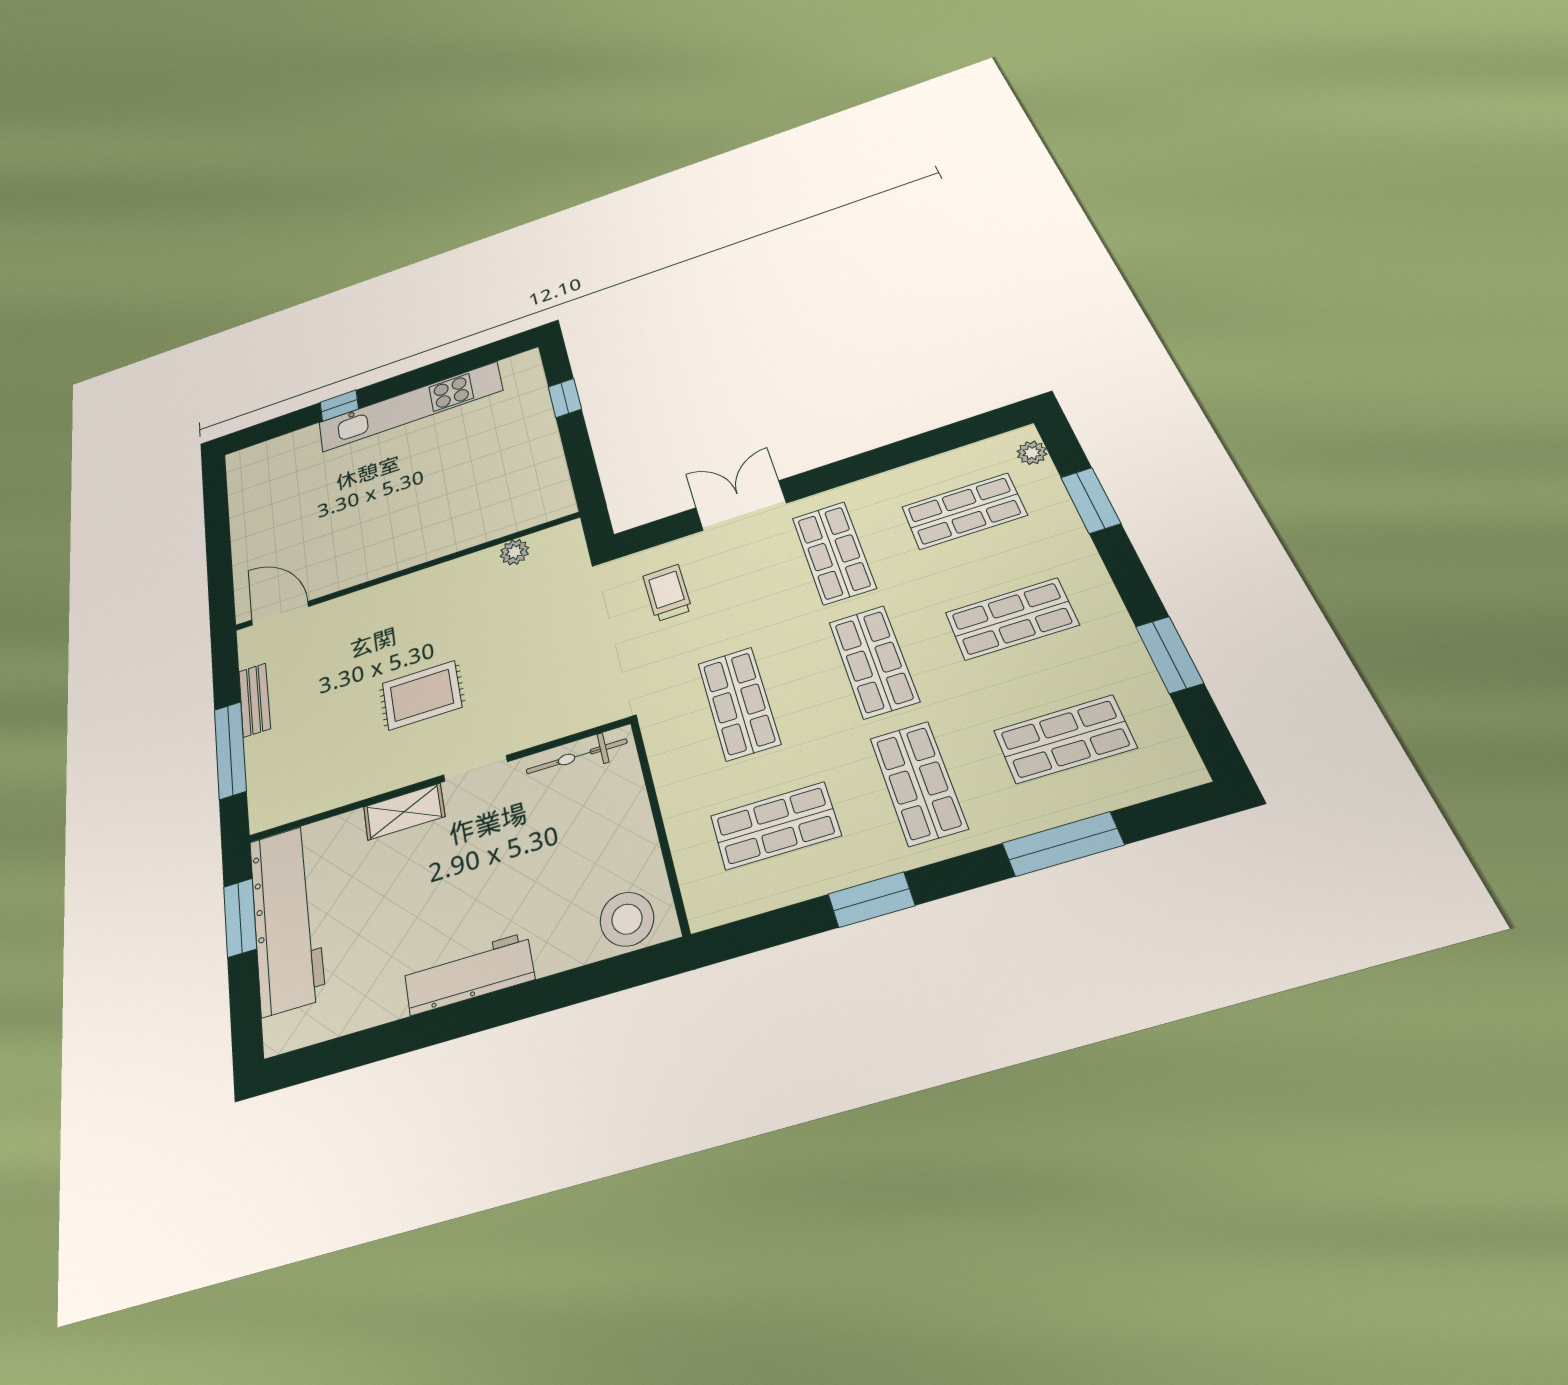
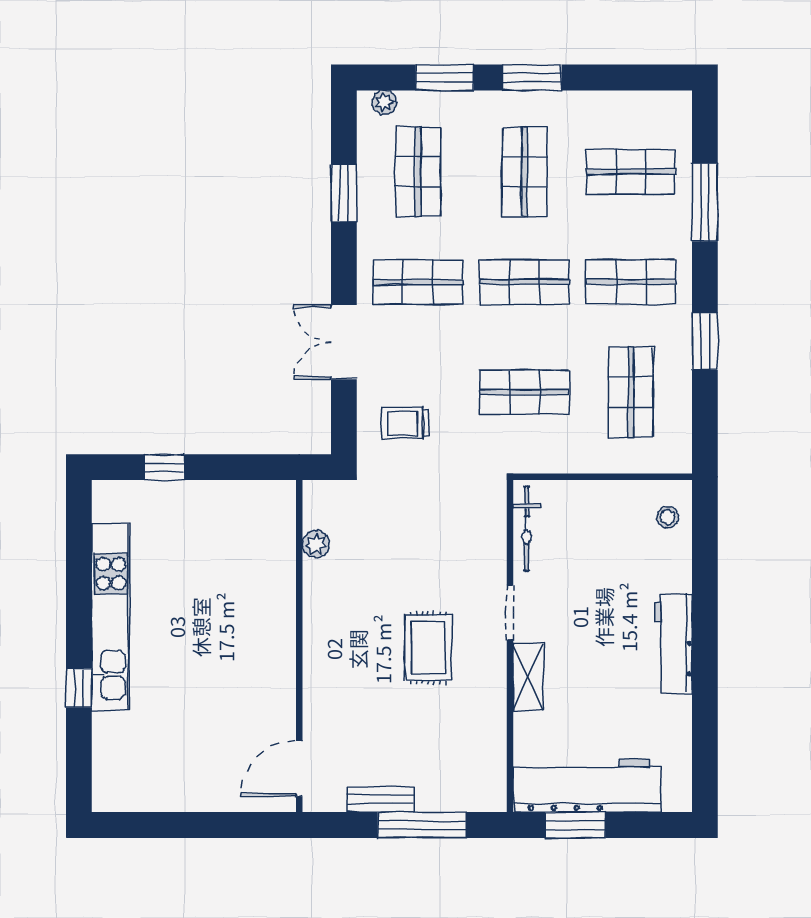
window: (909, 450) -> (344, 193), added
window: (1169, 655) -> (532, 77), moved
shop shelf: (1065, 739) -> (631, 172), turned 90
stool: (627, 919) -> (668, 517), width x0.53, depth x0.53

